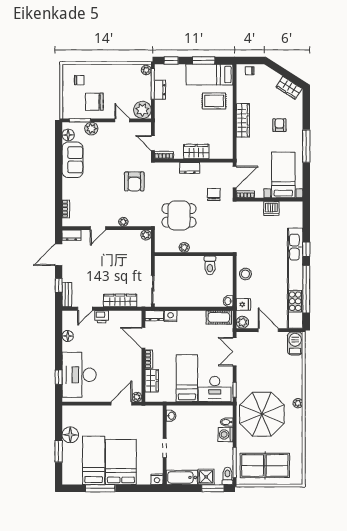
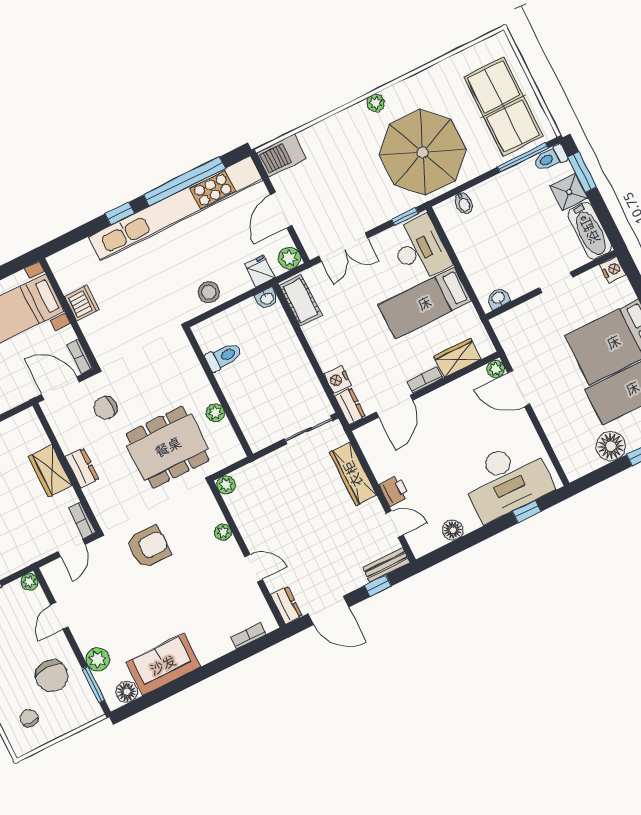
plant: (142, 110) -> (29, 582), width x0.53, depth x0.53
dining table: (179, 215) -> (168, 447), width x1.38
washing machine: (226, 434) -> (485, 195), removed

